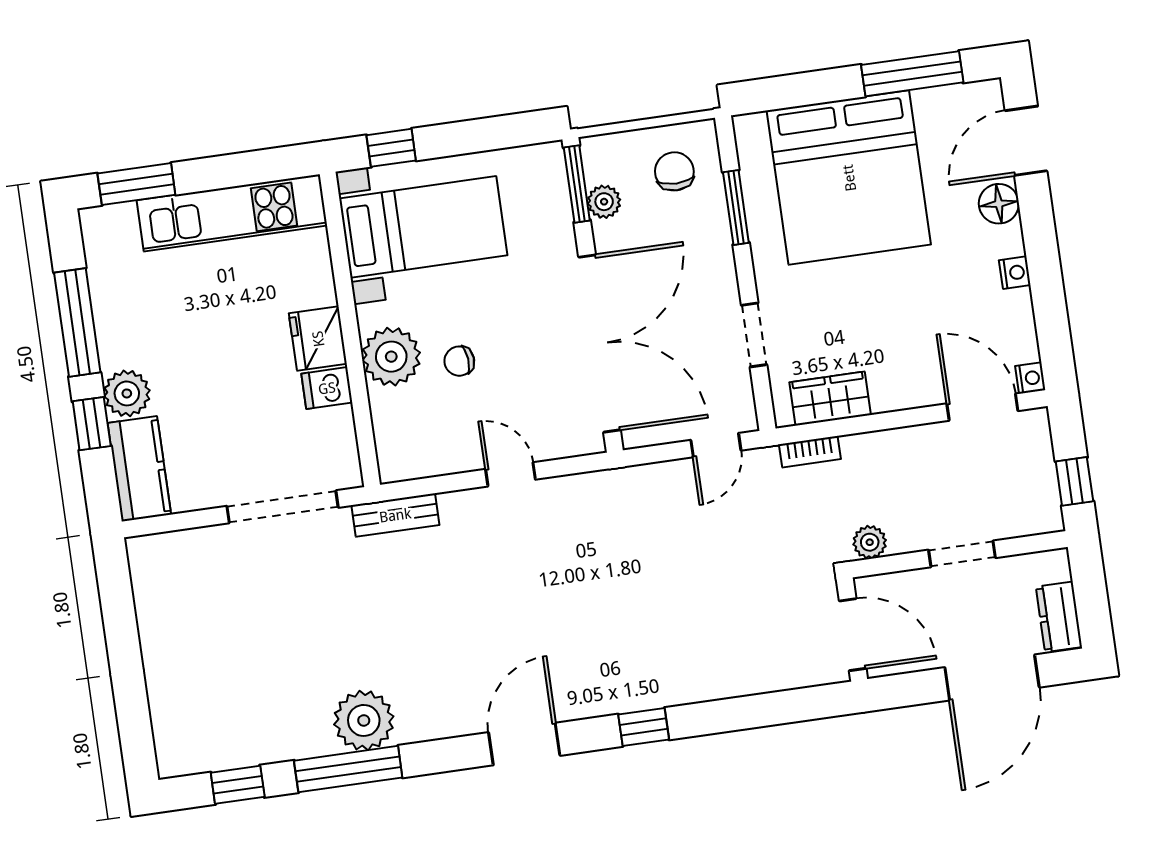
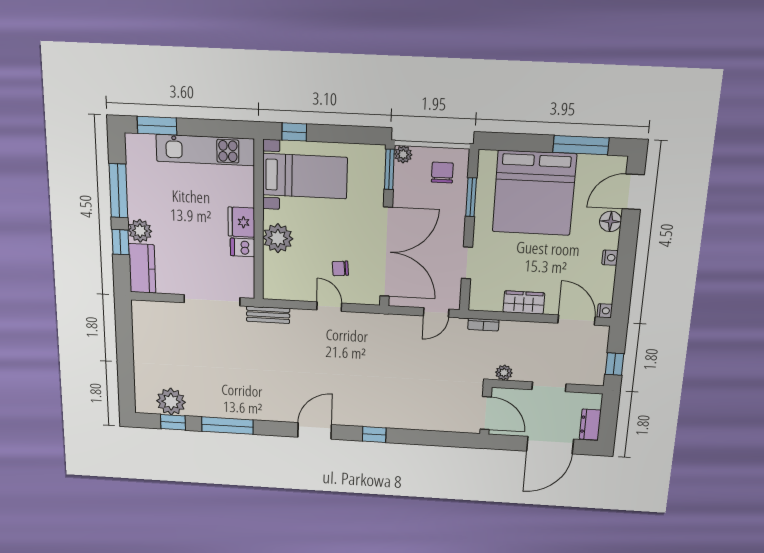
plant: (604, 202) -> (403, 154), moved
chair: (459, 361) -> (340, 268), moved
wardrobe: (830, 399) -> (524, 303), moved
plant: (364, 720) -> (171, 402), moved

